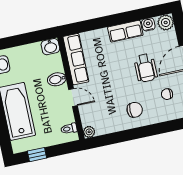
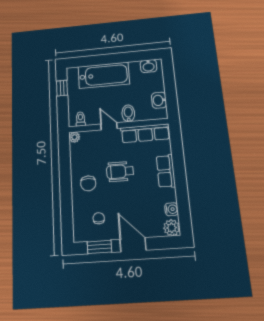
row of seats: (125, 31) -> (166, 171), moved
washbasin: (50, 47) -> (159, 100), moved
wheelchair: (146, 68) -> (120, 172), moved
door: (73, 98) -> (109, 126), swing flipped

